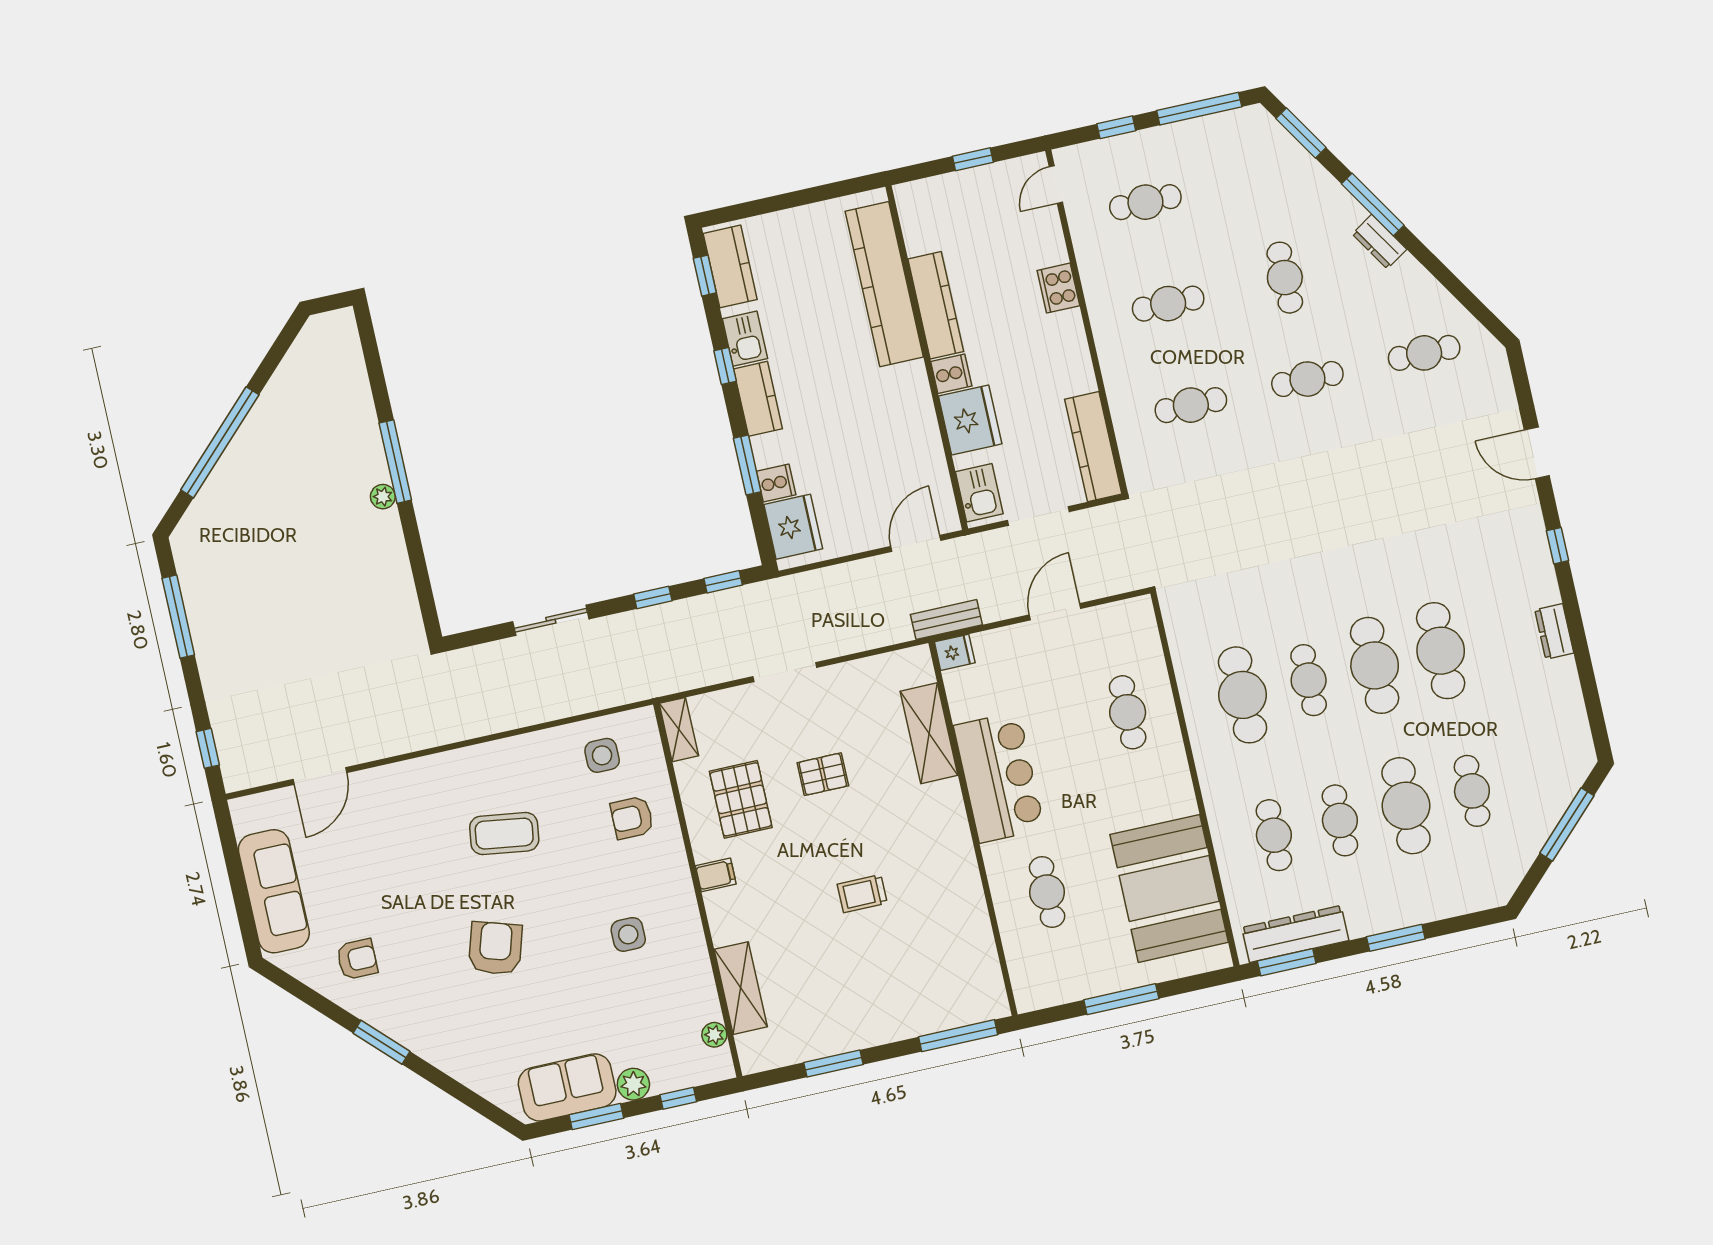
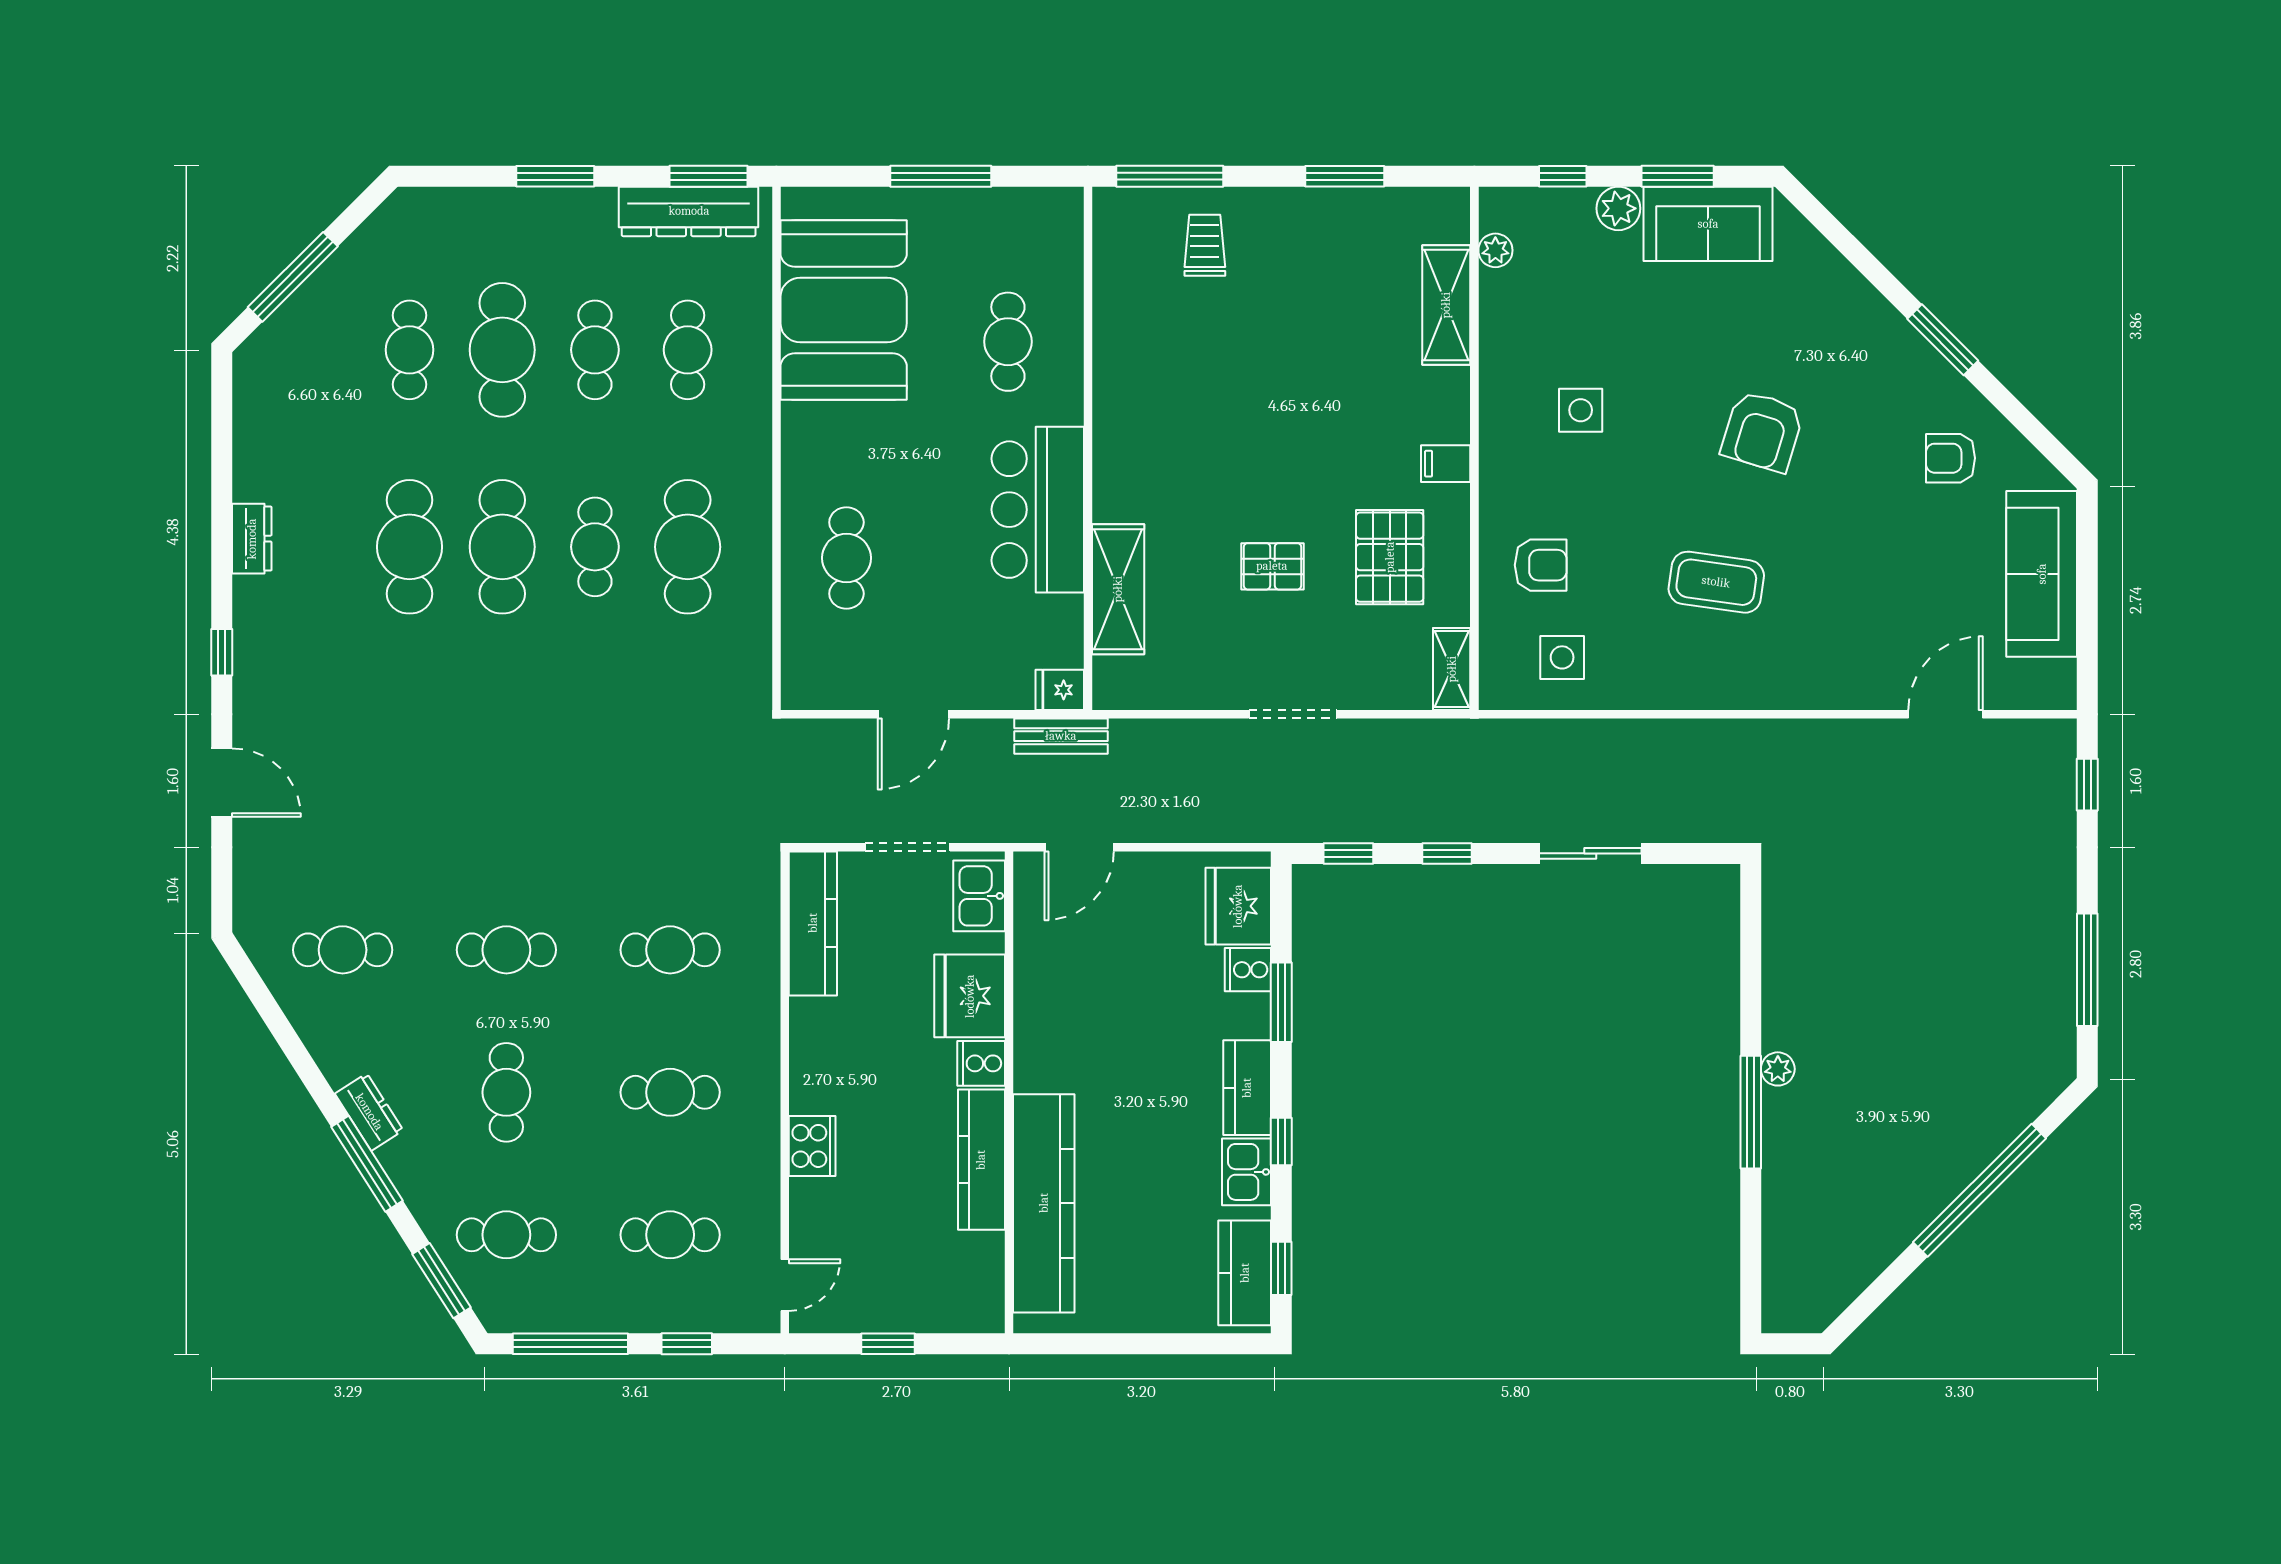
cafe table: (1262, 176) -> (506, 1235), added
trolley: (862, 894) -> (1205, 245), moved, turned -90

